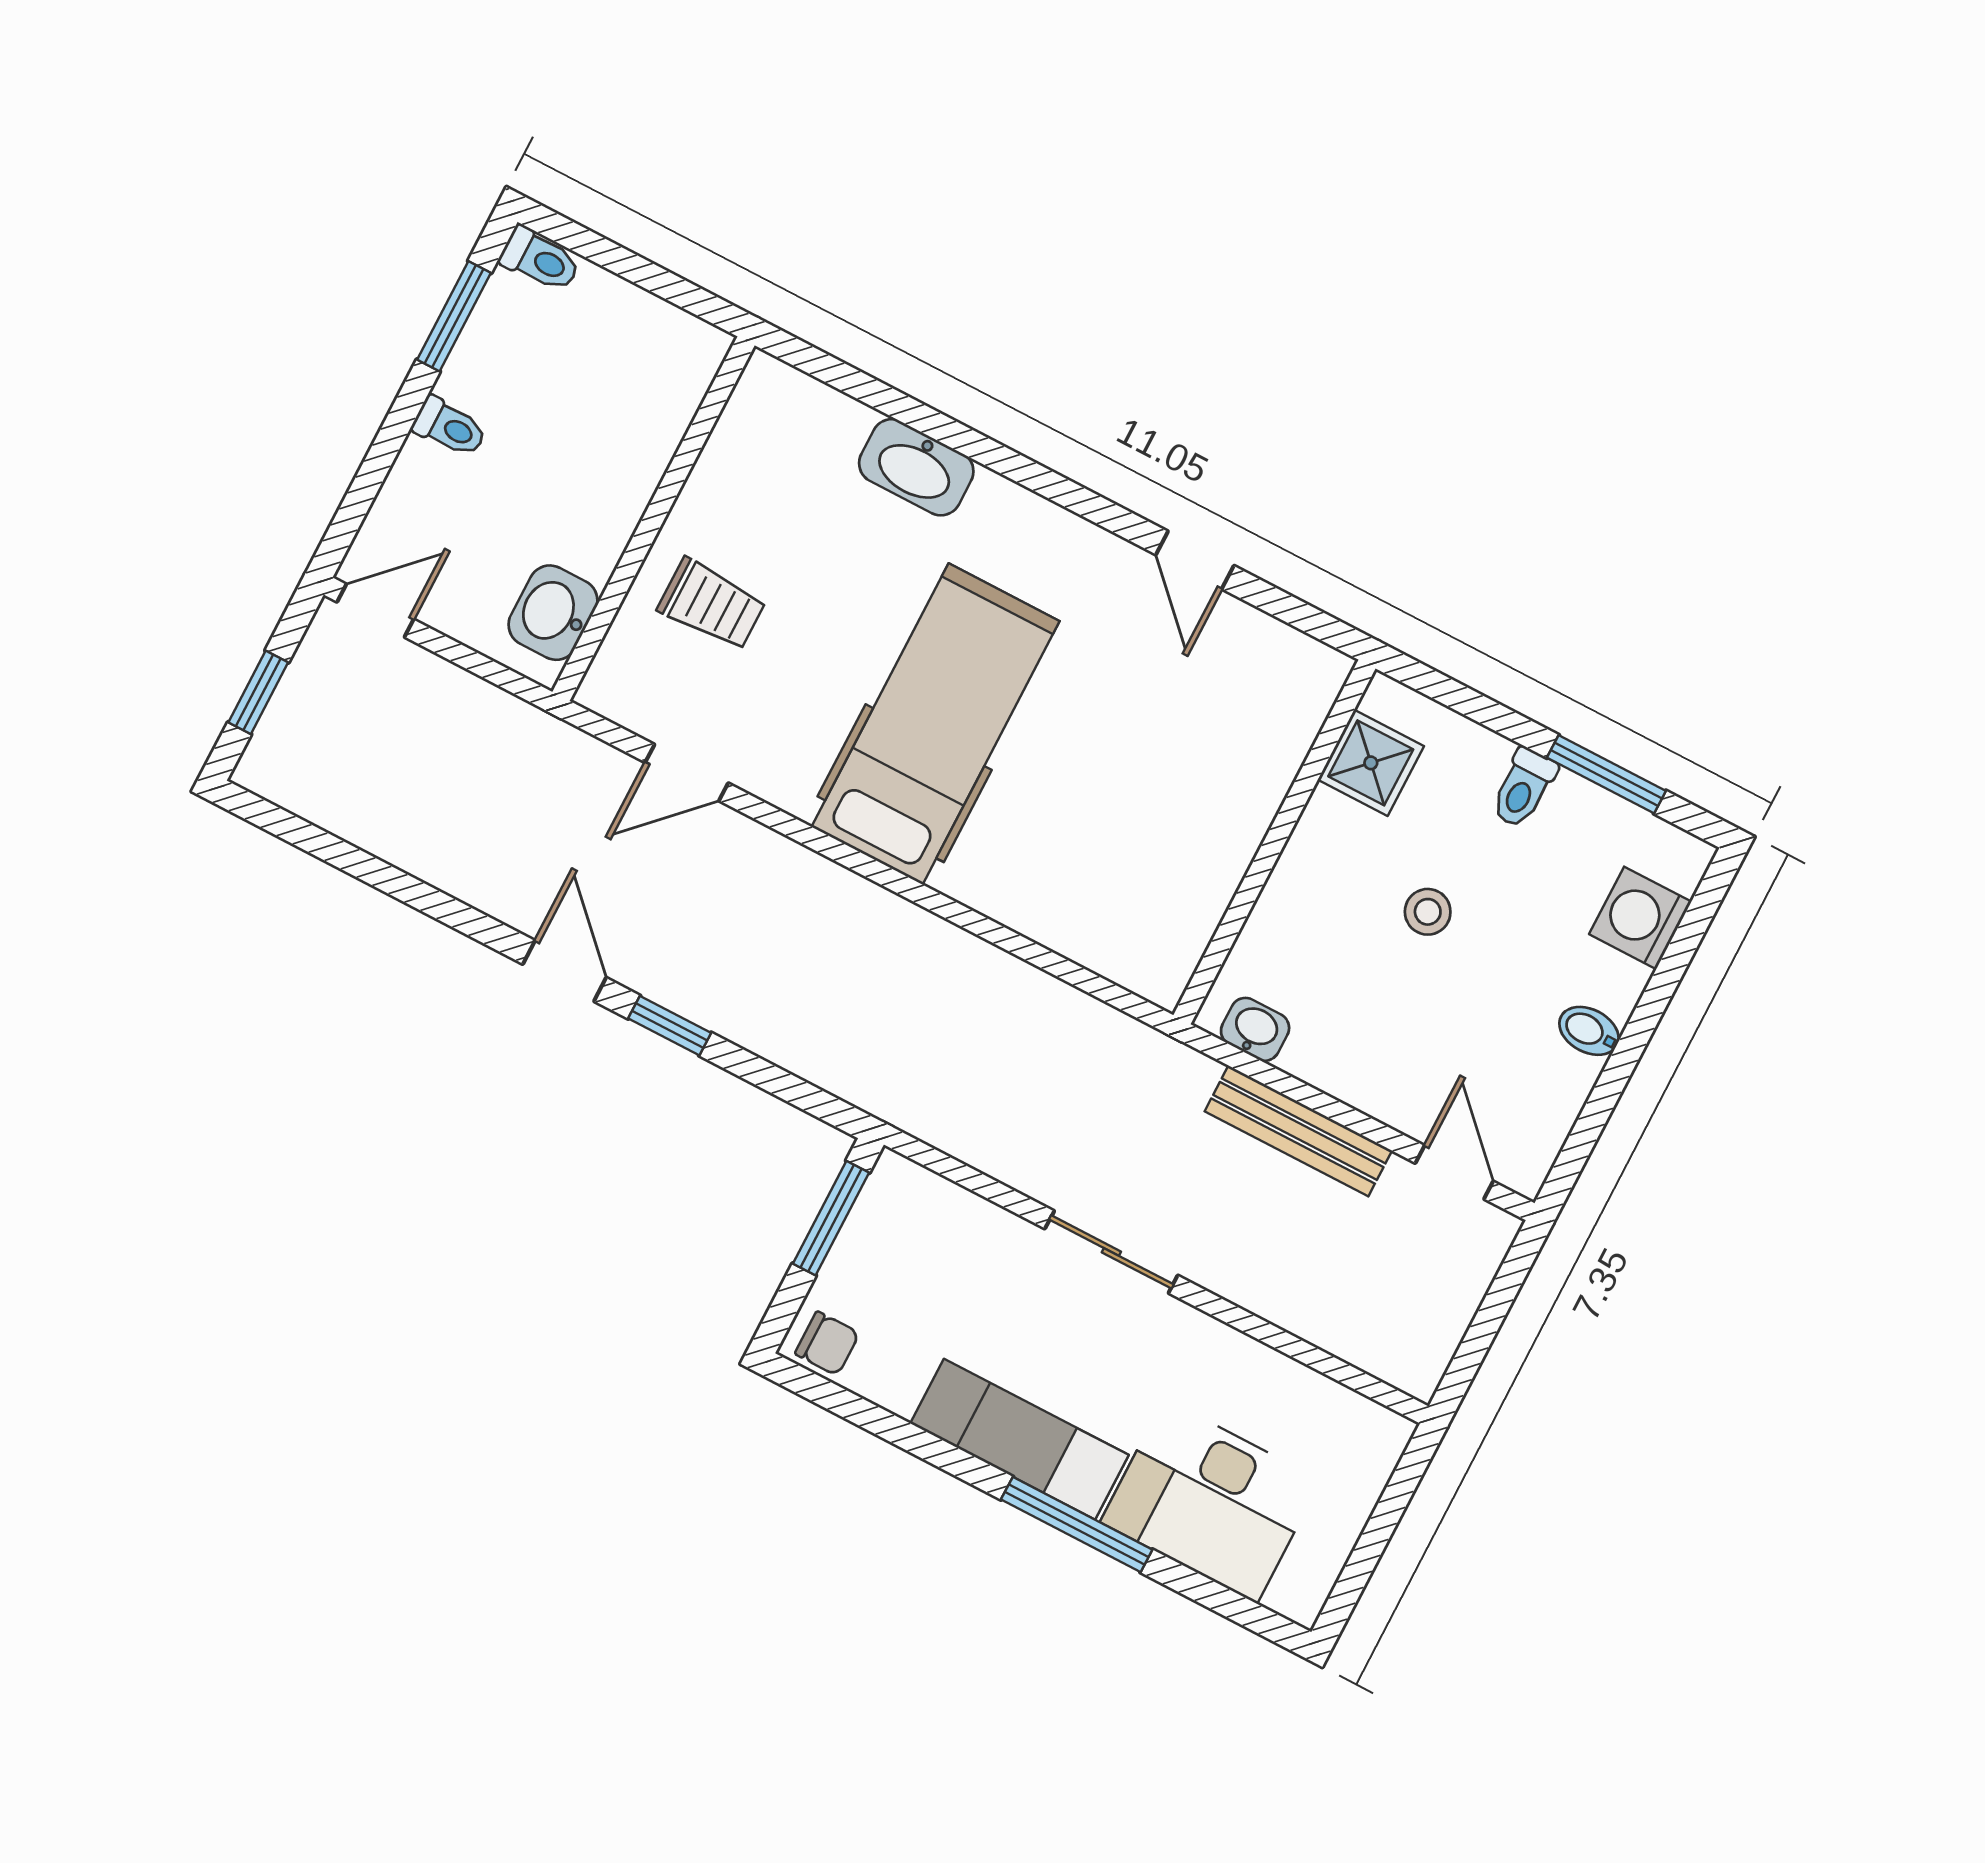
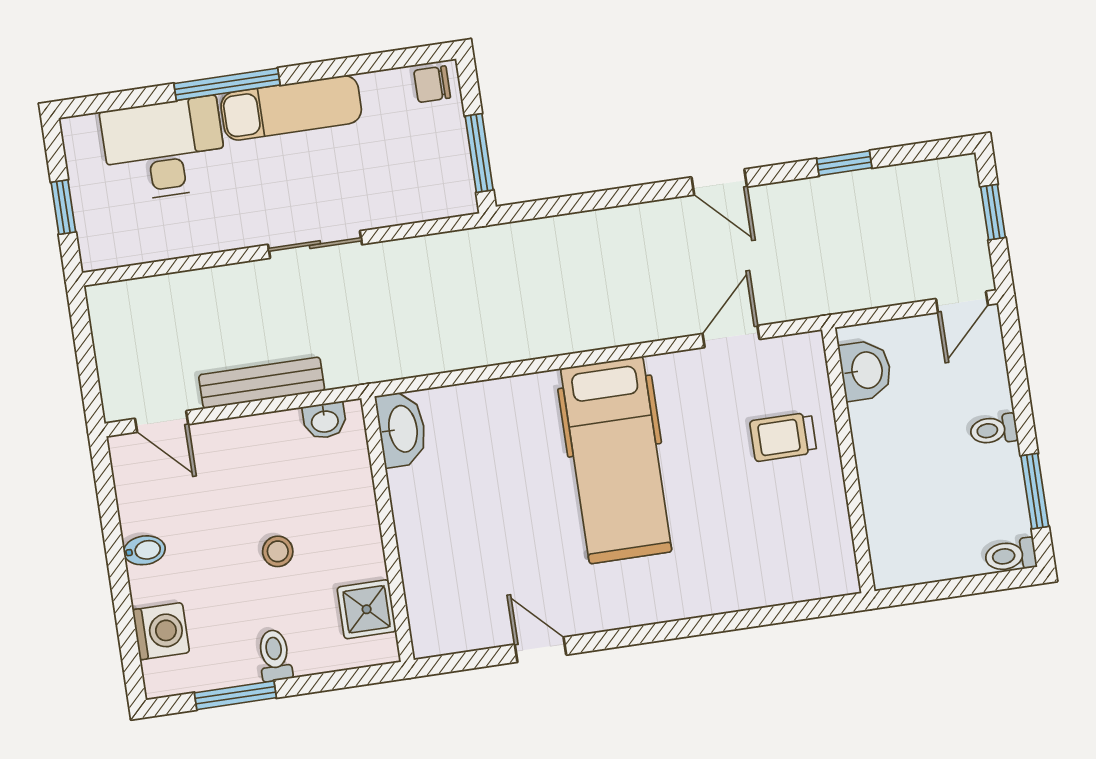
washbasin: (916, 467) -> (402, 429), moved, turned 90
window: (670, 1026) -> (844, 163), moved
window: (1384, 1520) -> (63, 207), added

